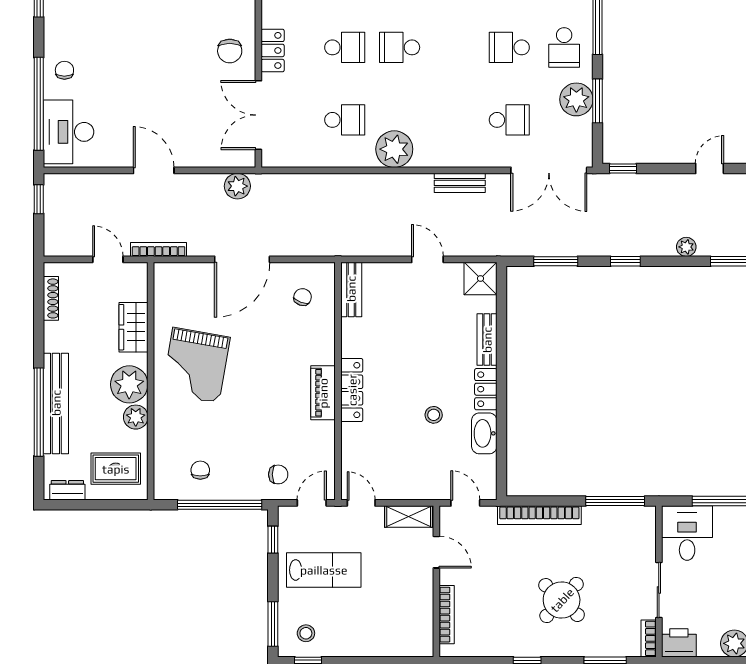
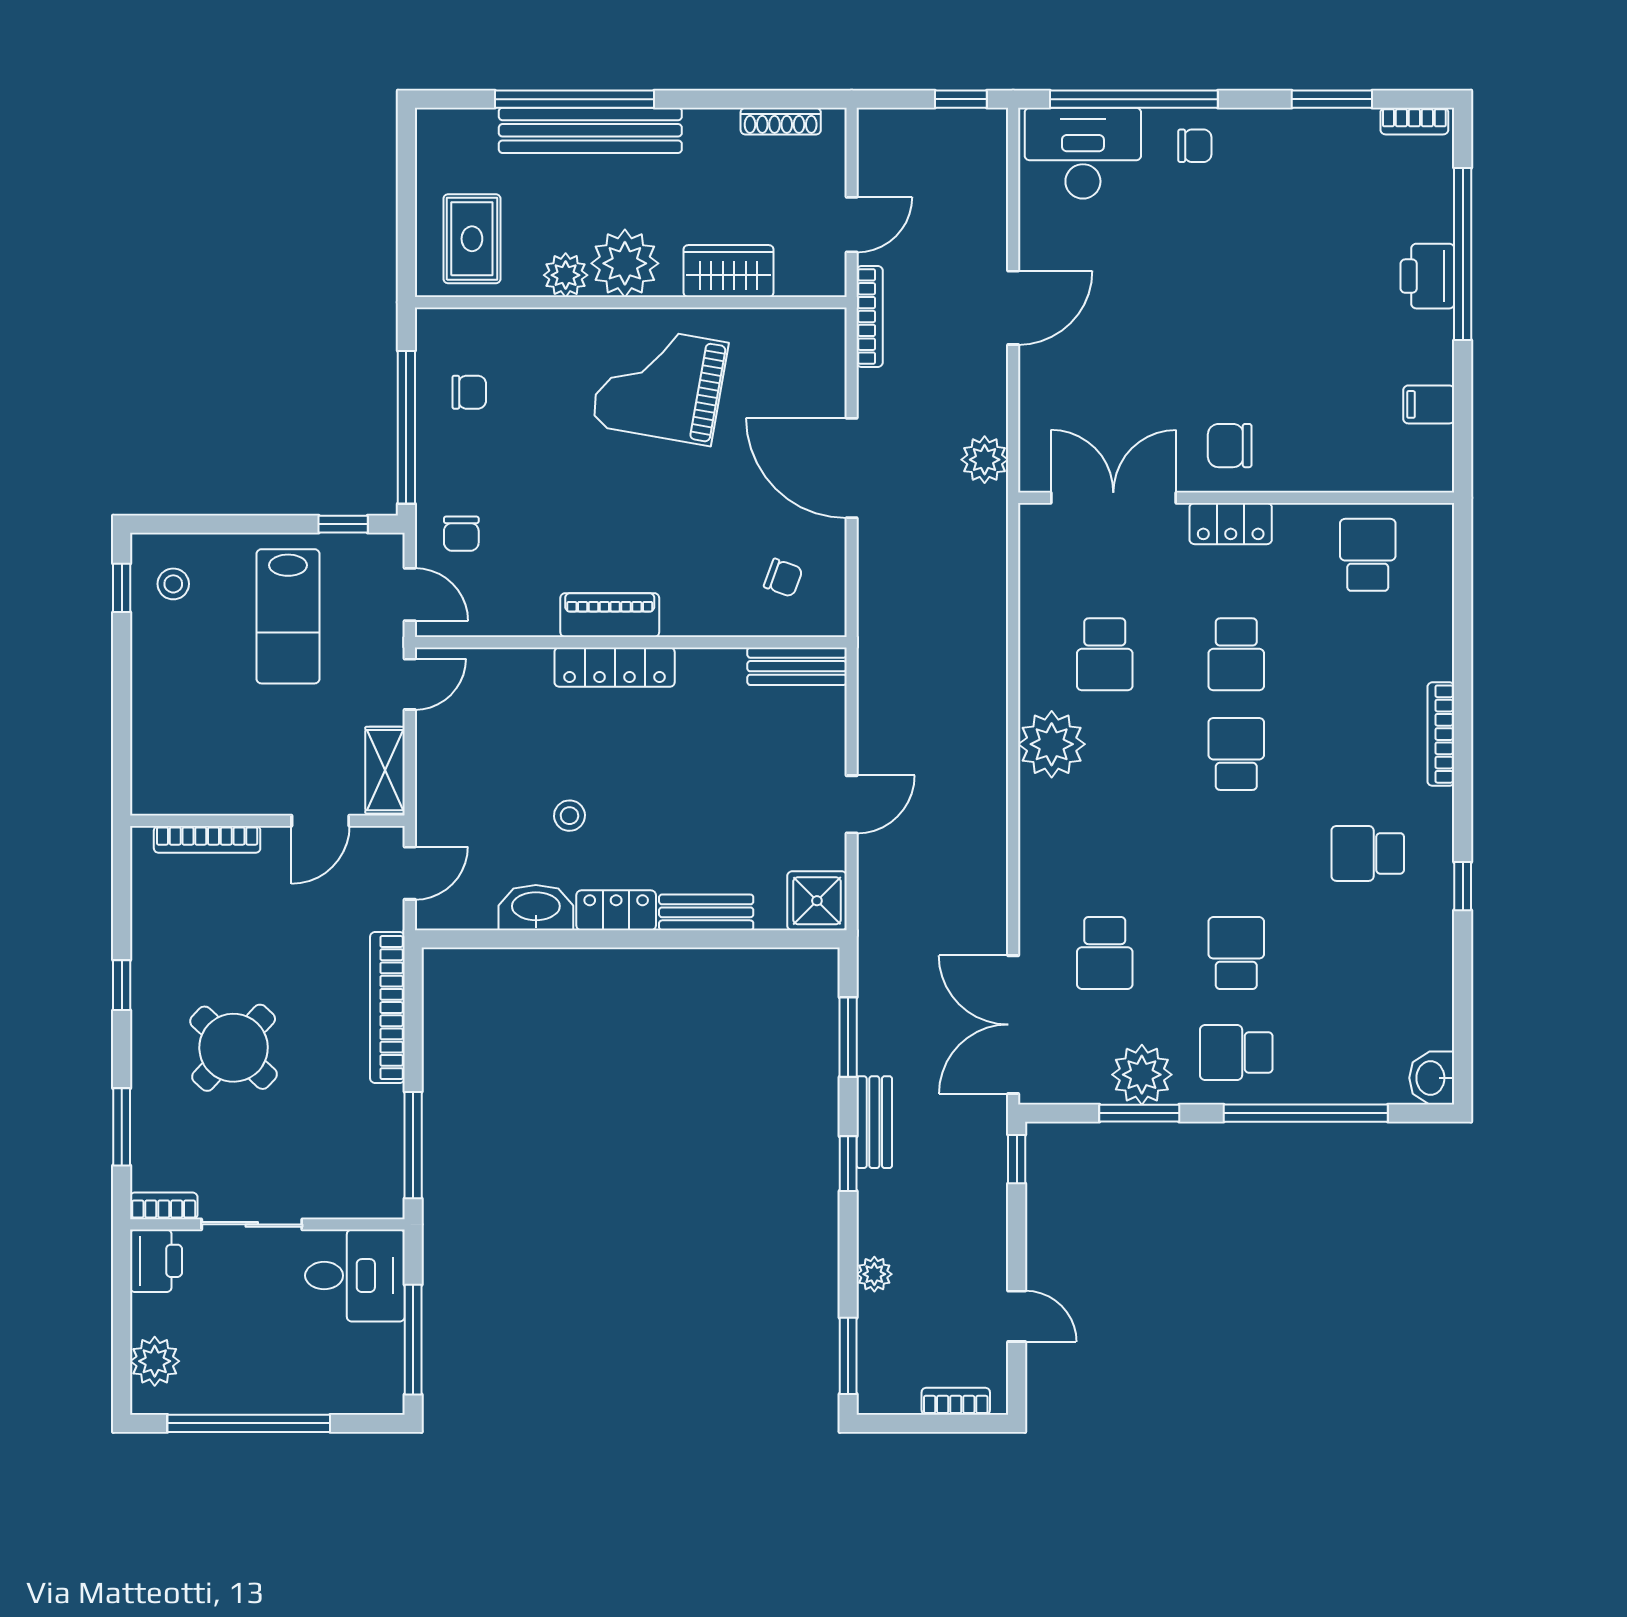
bench: (460, 183) -> (874, 1122), moved
dresser: (67, 490) -> (433, 151), removed
window: (273, 624) -> (190, 524), removed

